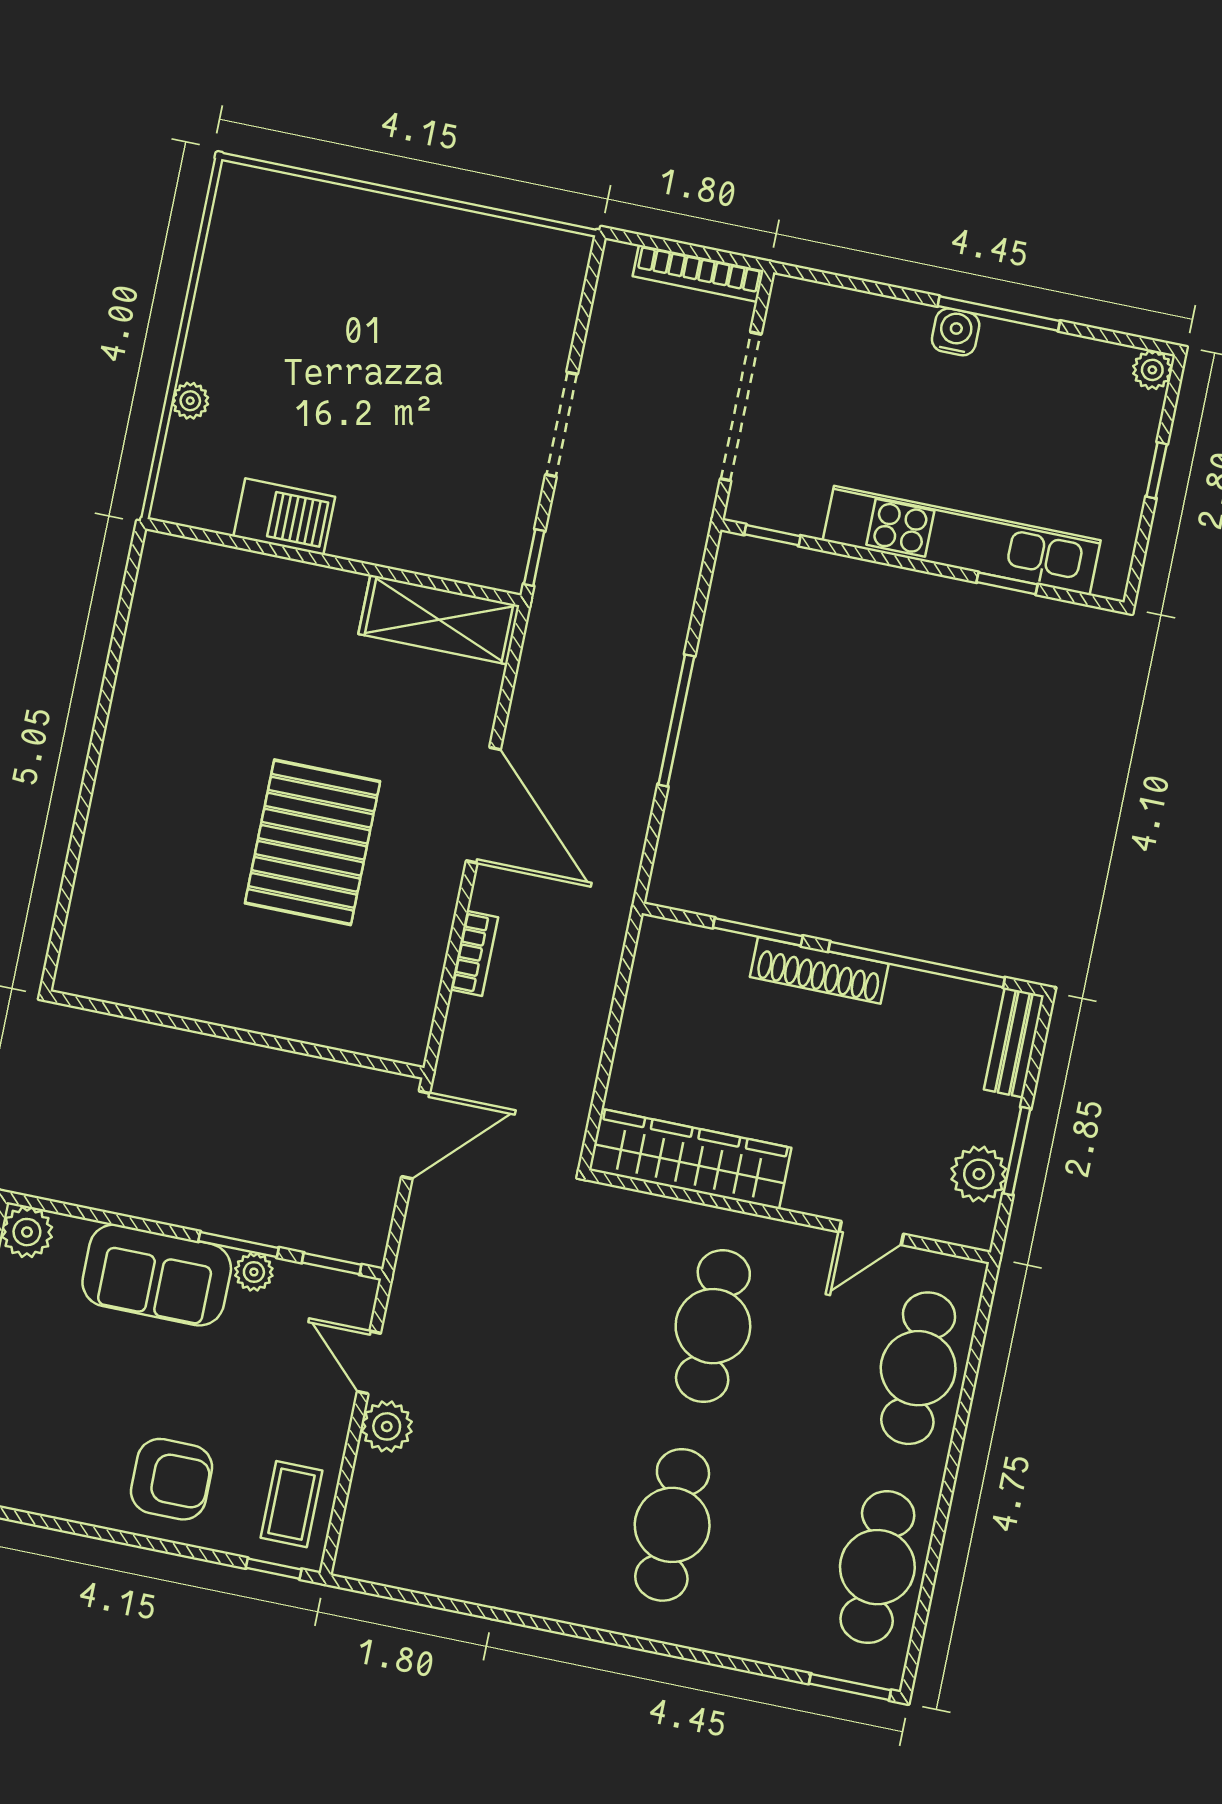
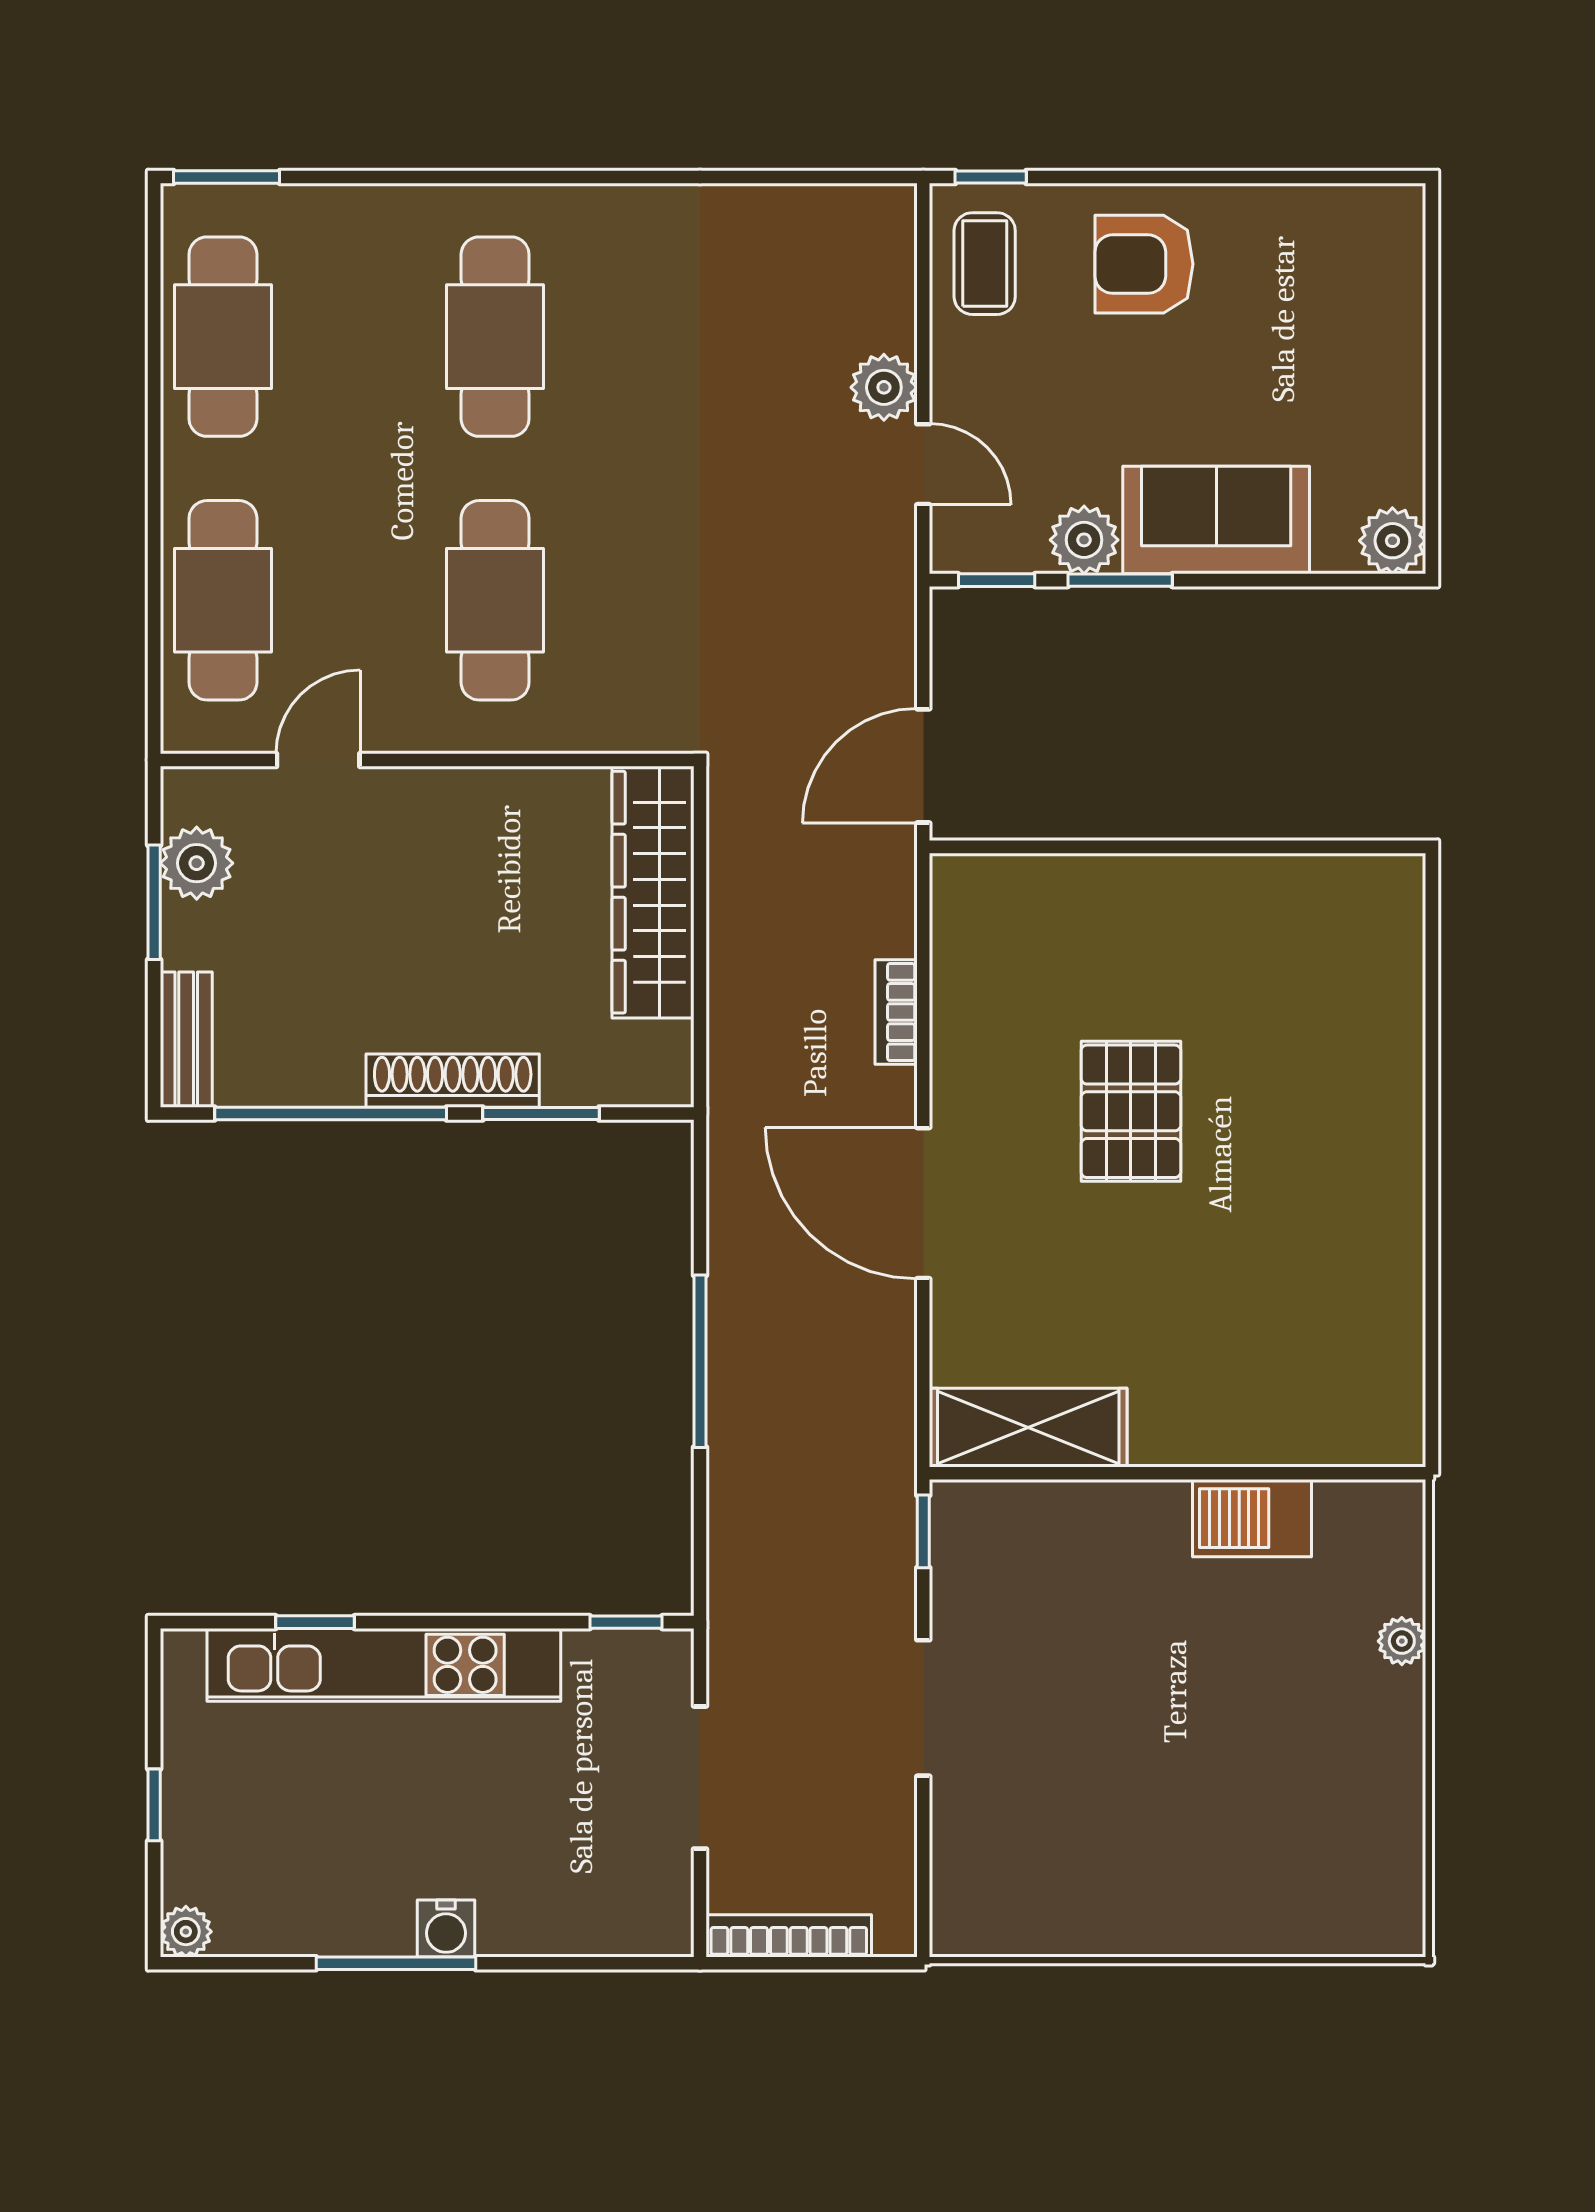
doorway: (741, 406) -> (700, 1778), width x0.73
pallet: (313, 842) -> (1131, 1111), width x0.73, depth x0.71
wardrobe: (690, 1159) -> (653, 892), moved, turned 90
plant: (254, 1272) -> (1084, 540), width x1.38, depth x1.38

